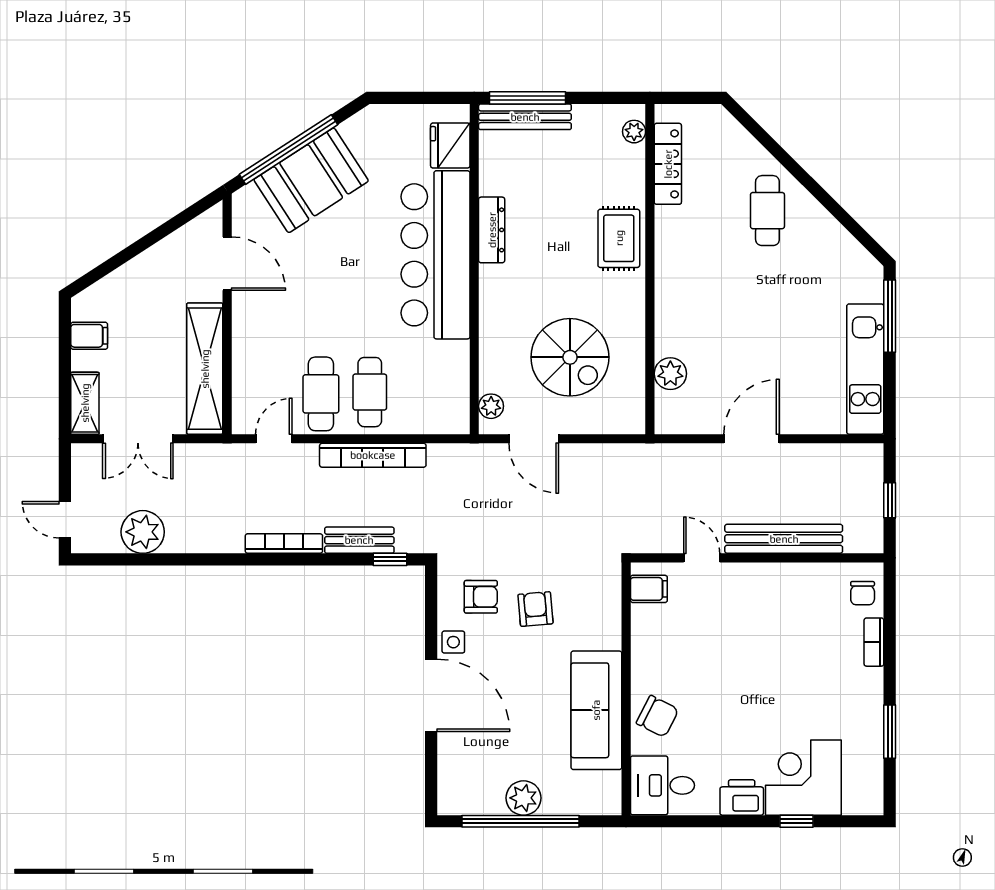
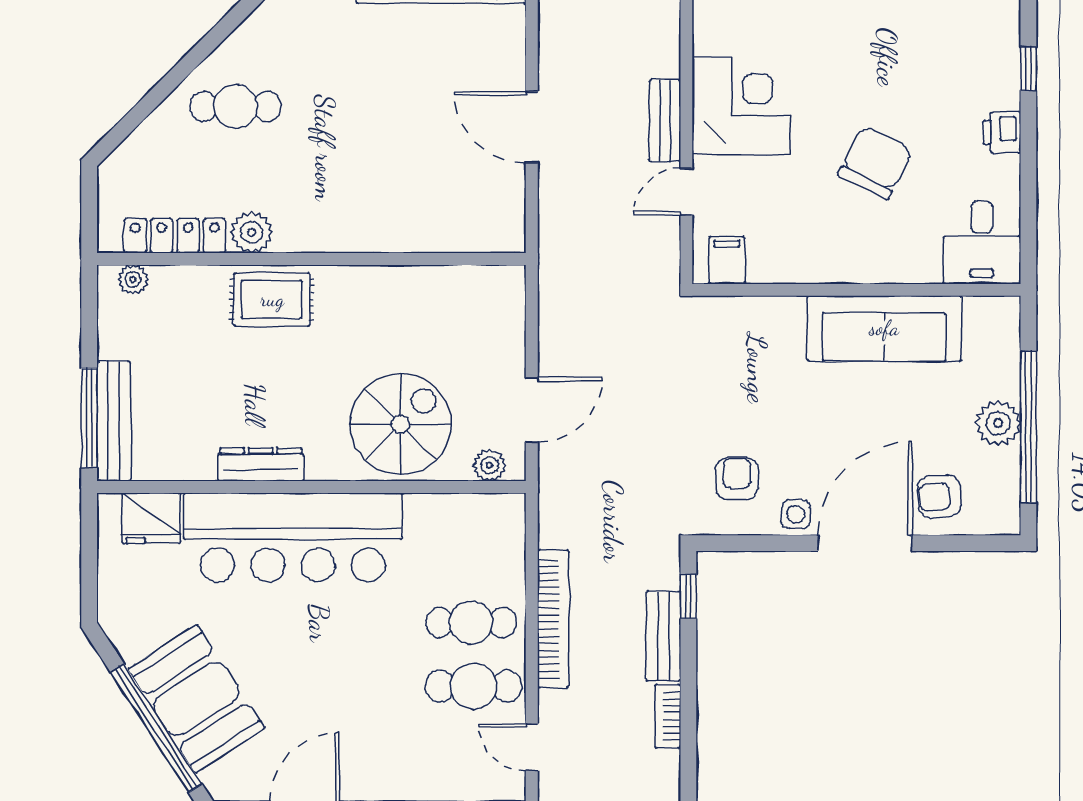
spiral stairs: (570, 357) -> (400, 424), moved
plant: (670, 374) -> (252, 232), moved
bench: (784, 539) -> (665, 121), width x0.54, depth x0.82
bookcase: (284, 544) -> (668, 716), width x0.64
armchair: (535, 609) -> (939, 496), moved
chair: (657, 716) -> (875, 163), moved, width x1.37, depth x1.37
corner desk: (803, 778) -> (741, 105), moved, turned 180
printer: (742, 797) -> (1002, 132), width x0.73, depth x0.81

